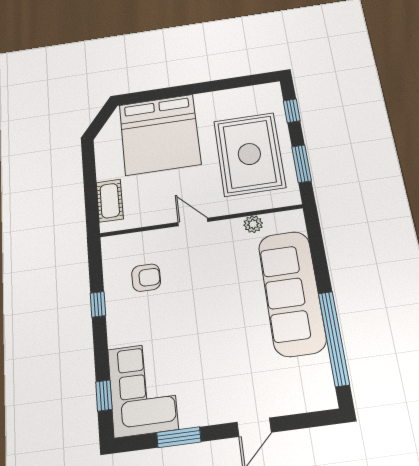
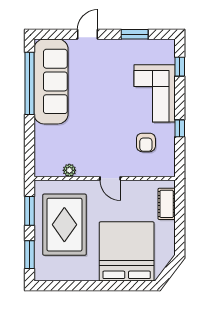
window: (292, 111) -> (29, 255), width x1.50
armchair: (146, 278) -> (146, 142), turned -90
sofa: (292, 293) -> (51, 81), moved
corner sofa: (142, 389) -> (155, 93), moved

